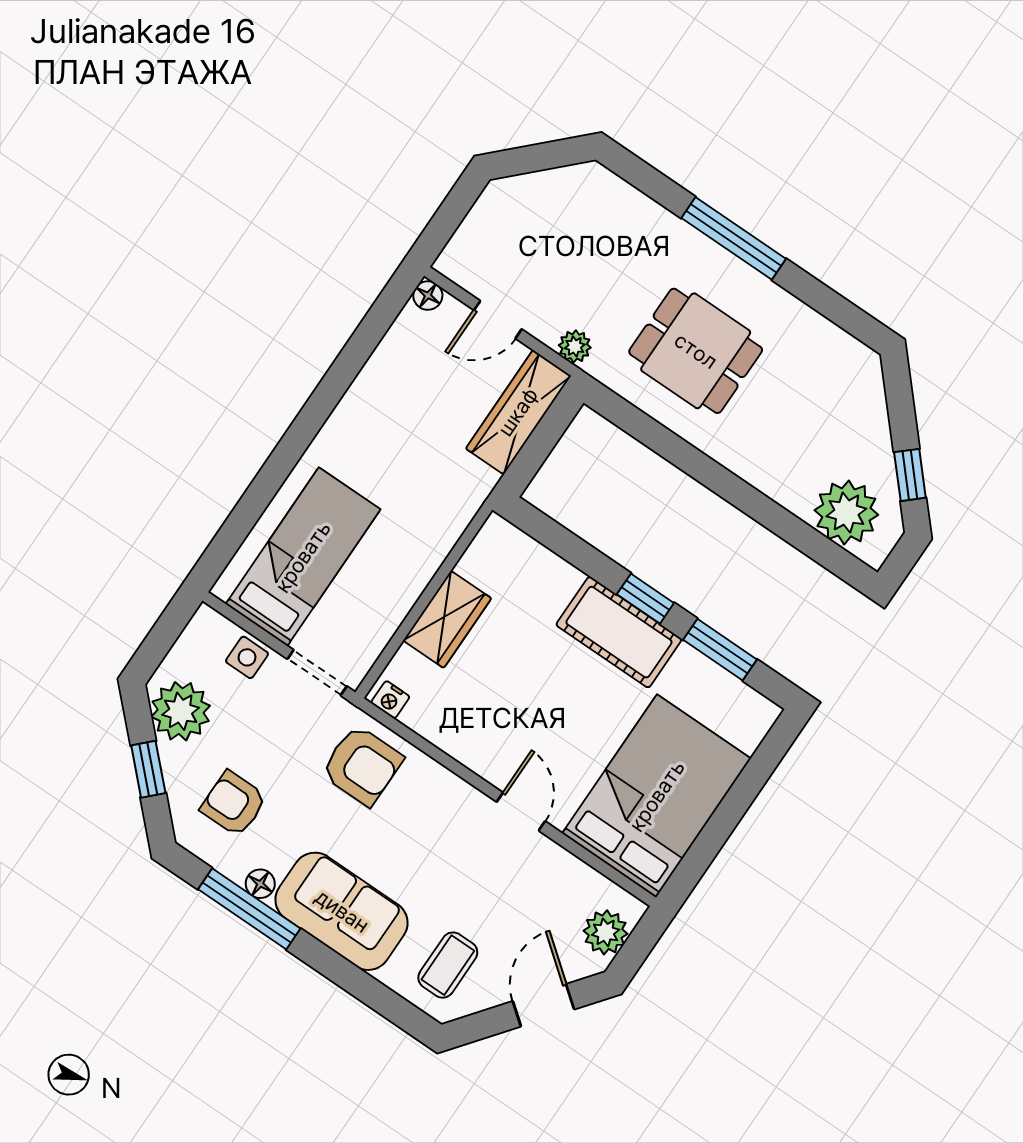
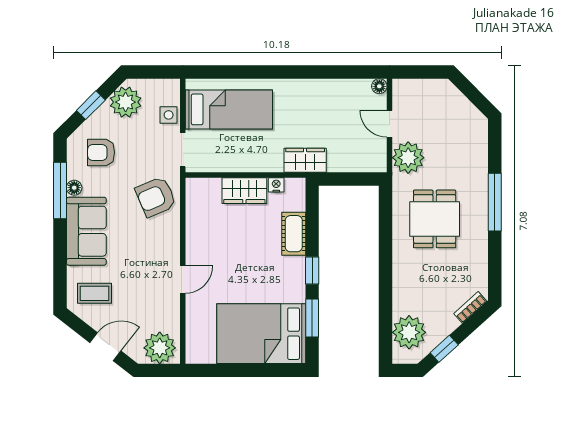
plant: (575, 346) -> (408, 158), width x1.88, depth x1.88
bookcase: (873, 390) -> (470, 307), added
wardrobe: (518, 412) -> (305, 160), moved, width x0.67
cot: (619, 632) -> (294, 234), moved, width x0.73, depth x0.75
nightstand: (390, 700) -> (276, 185), moved, turned 90
armchair: (362, 765) -> (156, 197), turned 67
bed: (657, 796) -> (261, 334), moved, turned 180
armchair: (234, 804) -> (101, 152), turned -90
plant: (606, 932) -> (160, 348), width x1.36, depth x1.36

